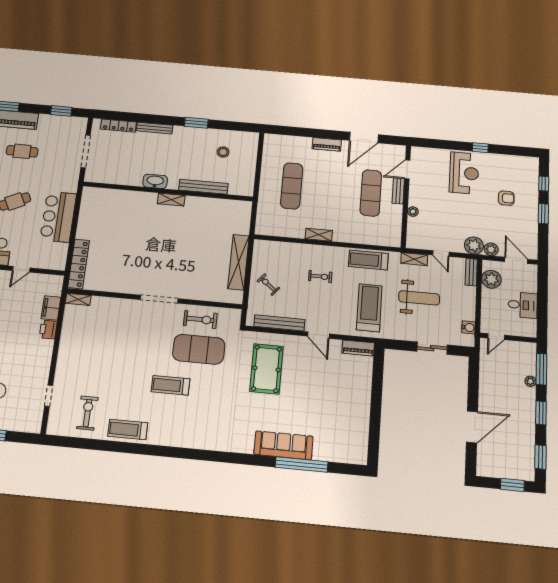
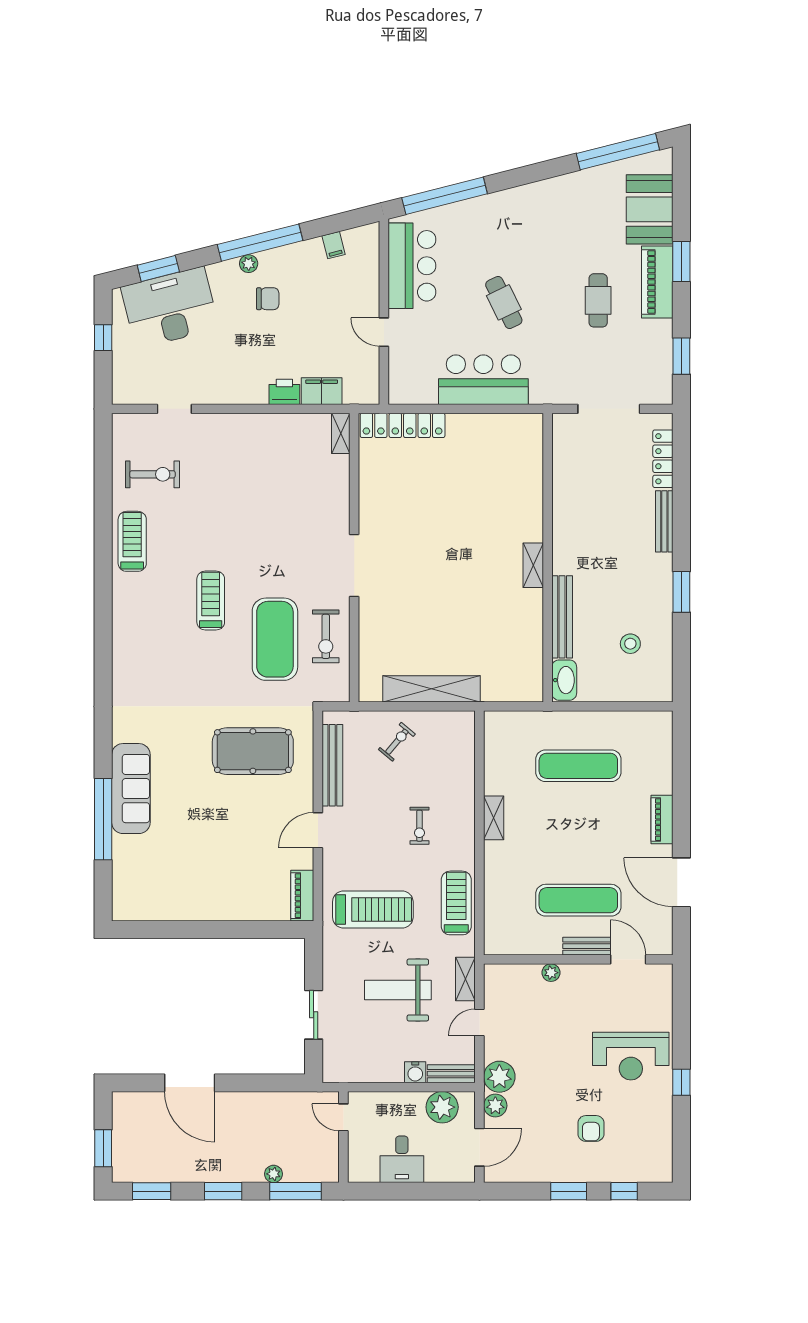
washbasin: (155, 181) -> (564, 680), moved
weight bench: (419, 298) -> (398, 990), turned 90
water cooler: (469, 327) -> (415, 1072), moved

